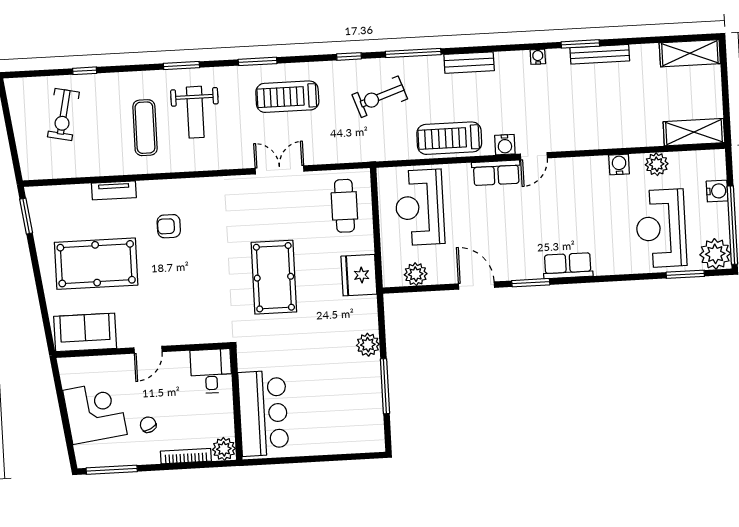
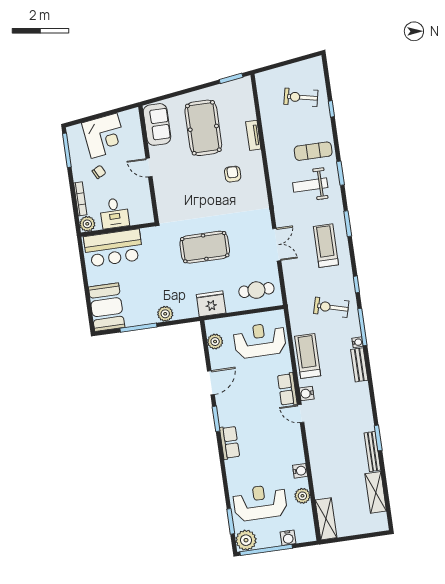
shelving: (690, 53) -> (376, 492), moved
water cooler: (538, 57) -> (357, 342), moved
exercise bike: (380, 97) -> (331, 307), turned -56
exercise mat: (145, 128) -> (313, 151), moved
desk: (211, 371) -> (114, 213), moved, turned 90
booth: (350, 431) -> (107, 307), added

